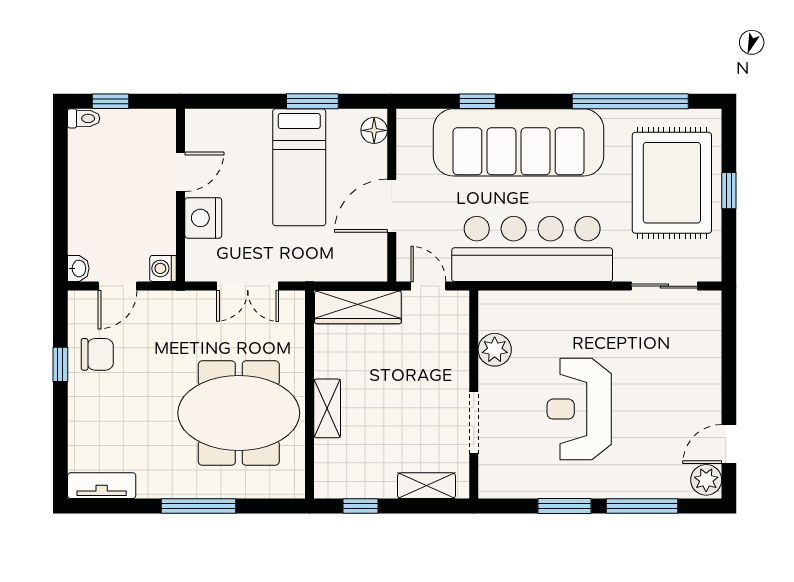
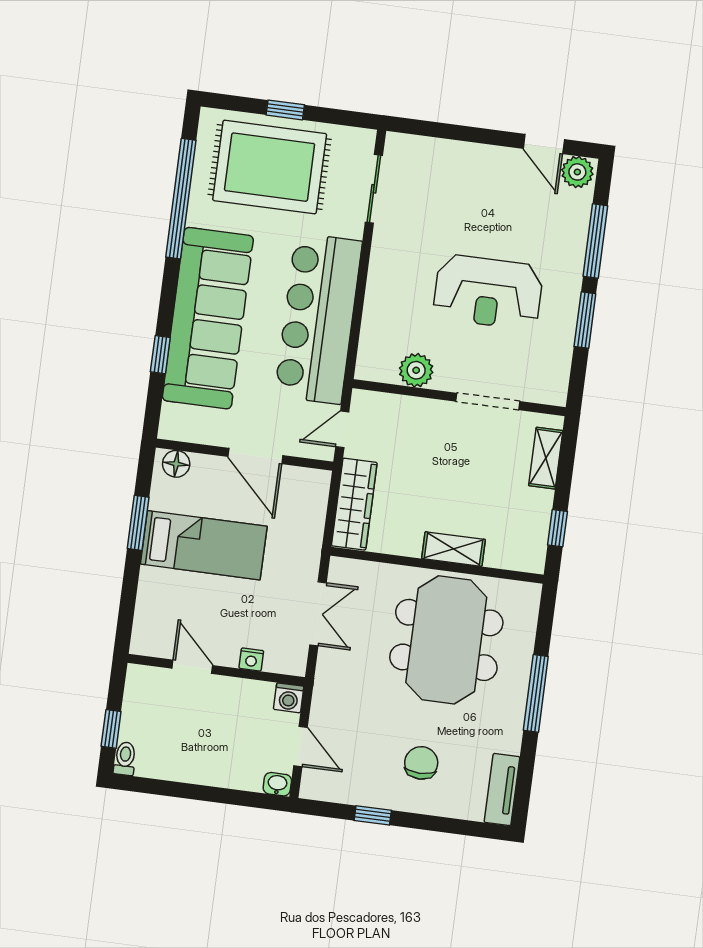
nightstand: (203, 218) -> (251, 659), width x0.53, depth x0.56
chair: (97, 354) -> (421, 763), moved

